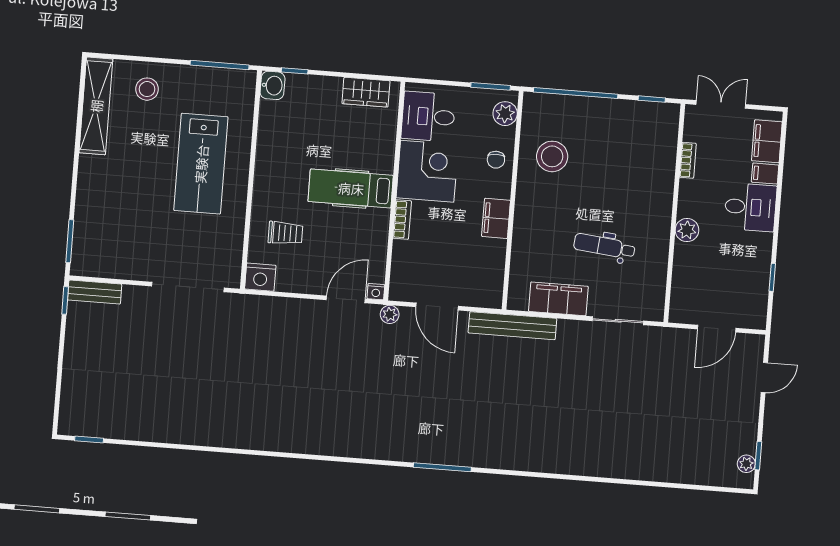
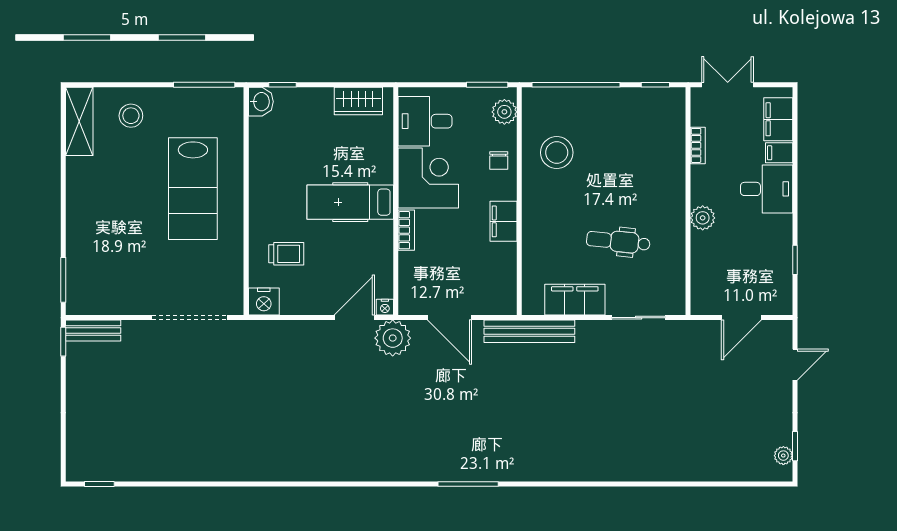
shelving: (96, 106) -> (79, 121), width x0.68
plant: (390, 314) -> (393, 338), width x1.88, depth x1.88

